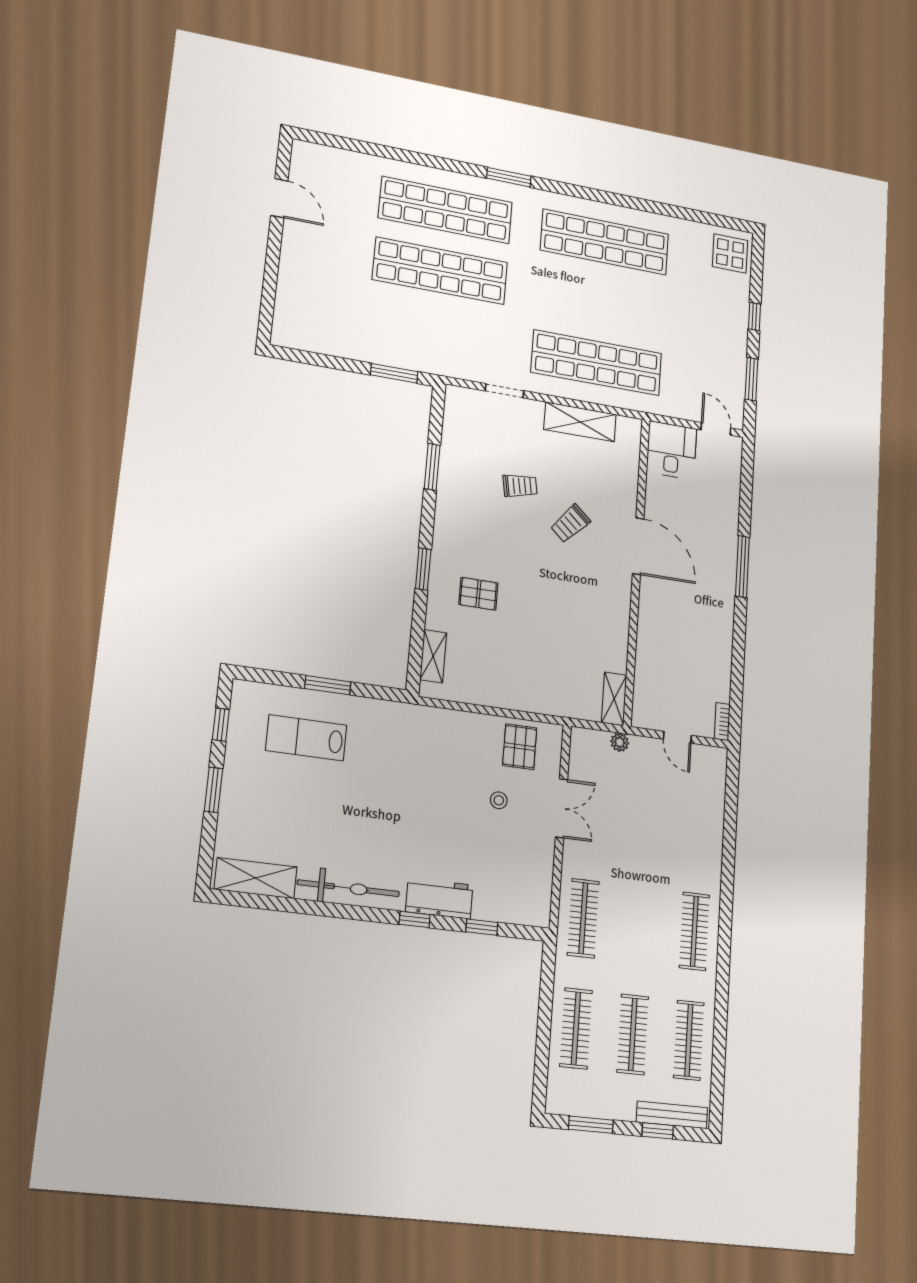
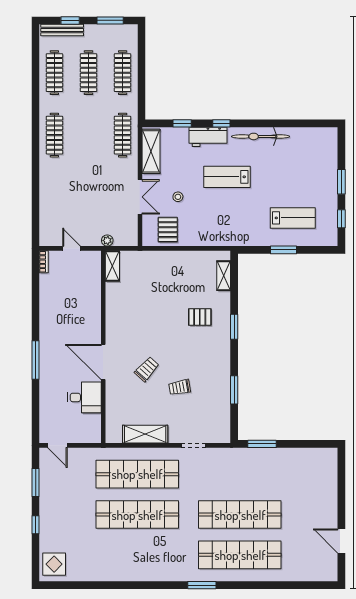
shop shelf: (605, 242) -> (137, 515), moved
desk: (672, 450) -> (84, 397), moved, turned -90
double door: (562, 808) -> (140, 197), swing flipped
lab bench: (413, 824) -> (227, 177), added
shelving: (256, 878) -> (151, 151), moved, turned 90

